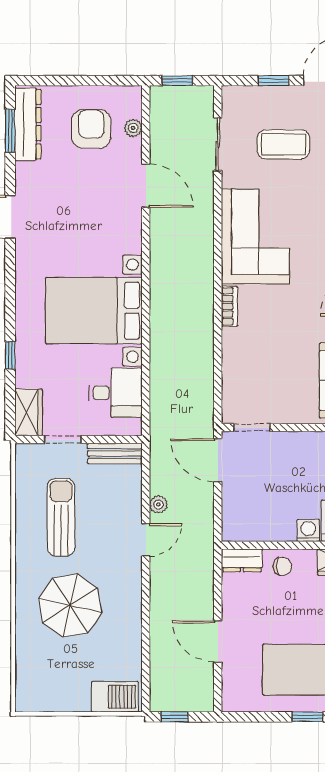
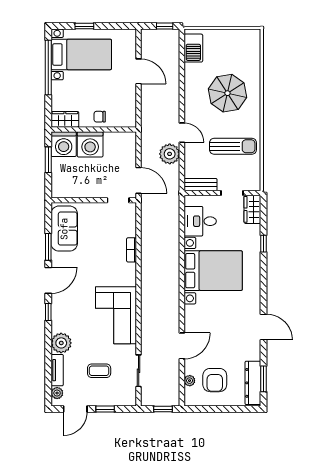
coffee table: (283, 144) -> (99, 371), width x0.73, depth x0.77
door: (146, 186) -> (182, 346), swing flipped
bookcase: (229, 306) -> (132, 250), moved
plant: (158, 505) -> (170, 154), width x1.88, depth x1.88
sun lounger: (61, 517) -> (233, 146), turned -90
washing machine: (308, 530) -> (90, 144), width x1.89, depth x1.89
door: (146, 540) -> (182, 133), swing flipped
dresser: (242, 560) -> (124, 120), removed
barbecue: (115, 697) -> (193, 48), moved, turned -90

